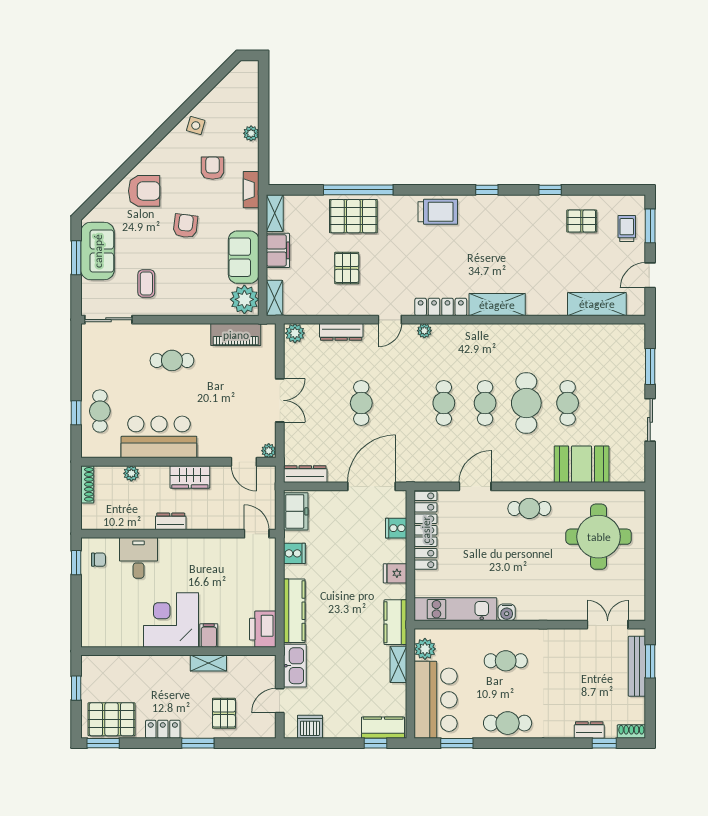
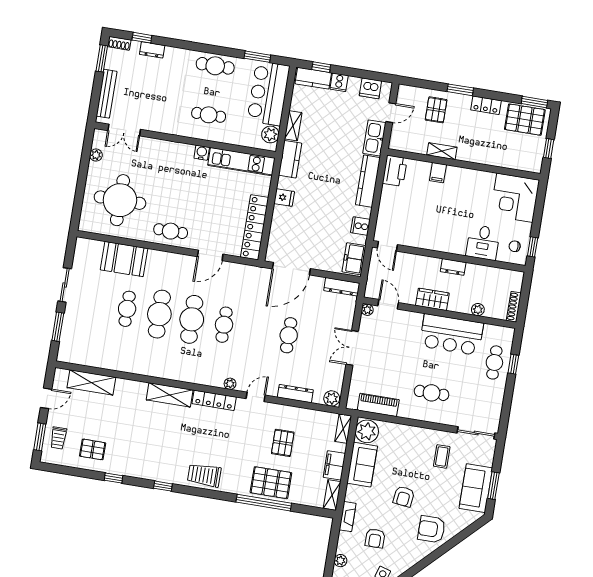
cafe table: (485, 403) -> (192, 319), width x1.37, depth x1.35
cooker: (396, 528) -> (339, 82), moved, turned 90
plant: (638, 588) -> (96, 155), added
corner desk: (171, 620) -> (515, 198), moved, turned 90
window: (650, 661) -> (102, 58), moved

